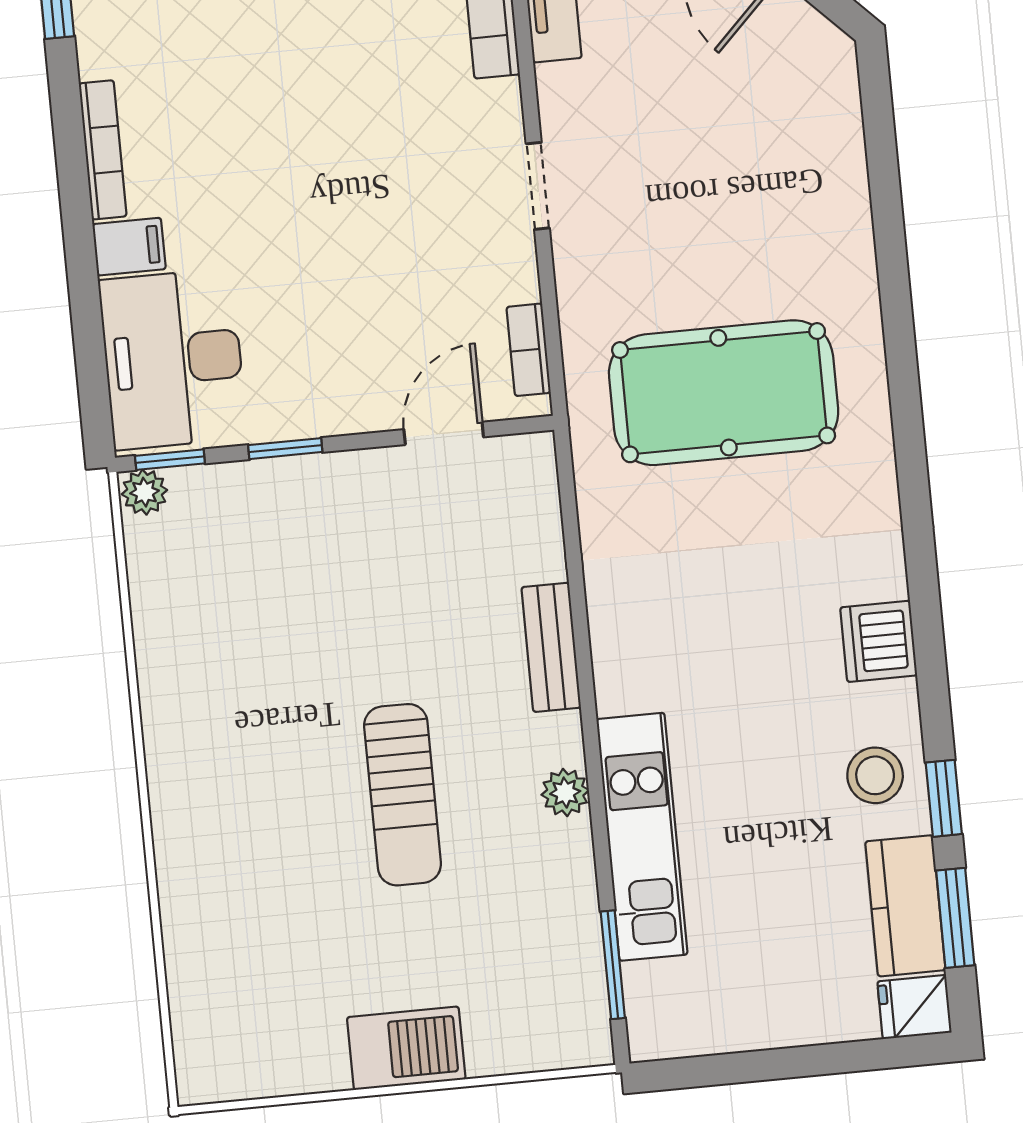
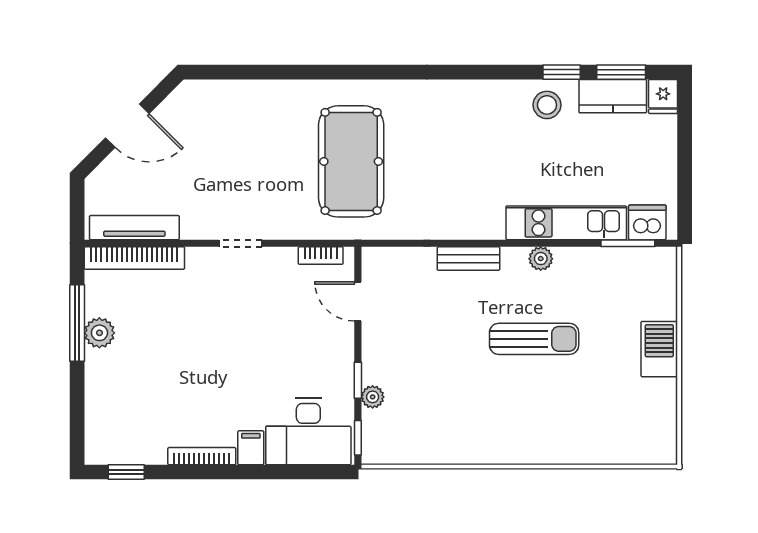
plant: (145, 492) -> (373, 397), moved
dishwasher: (879, 641) -> (647, 222), moved, turned 180

